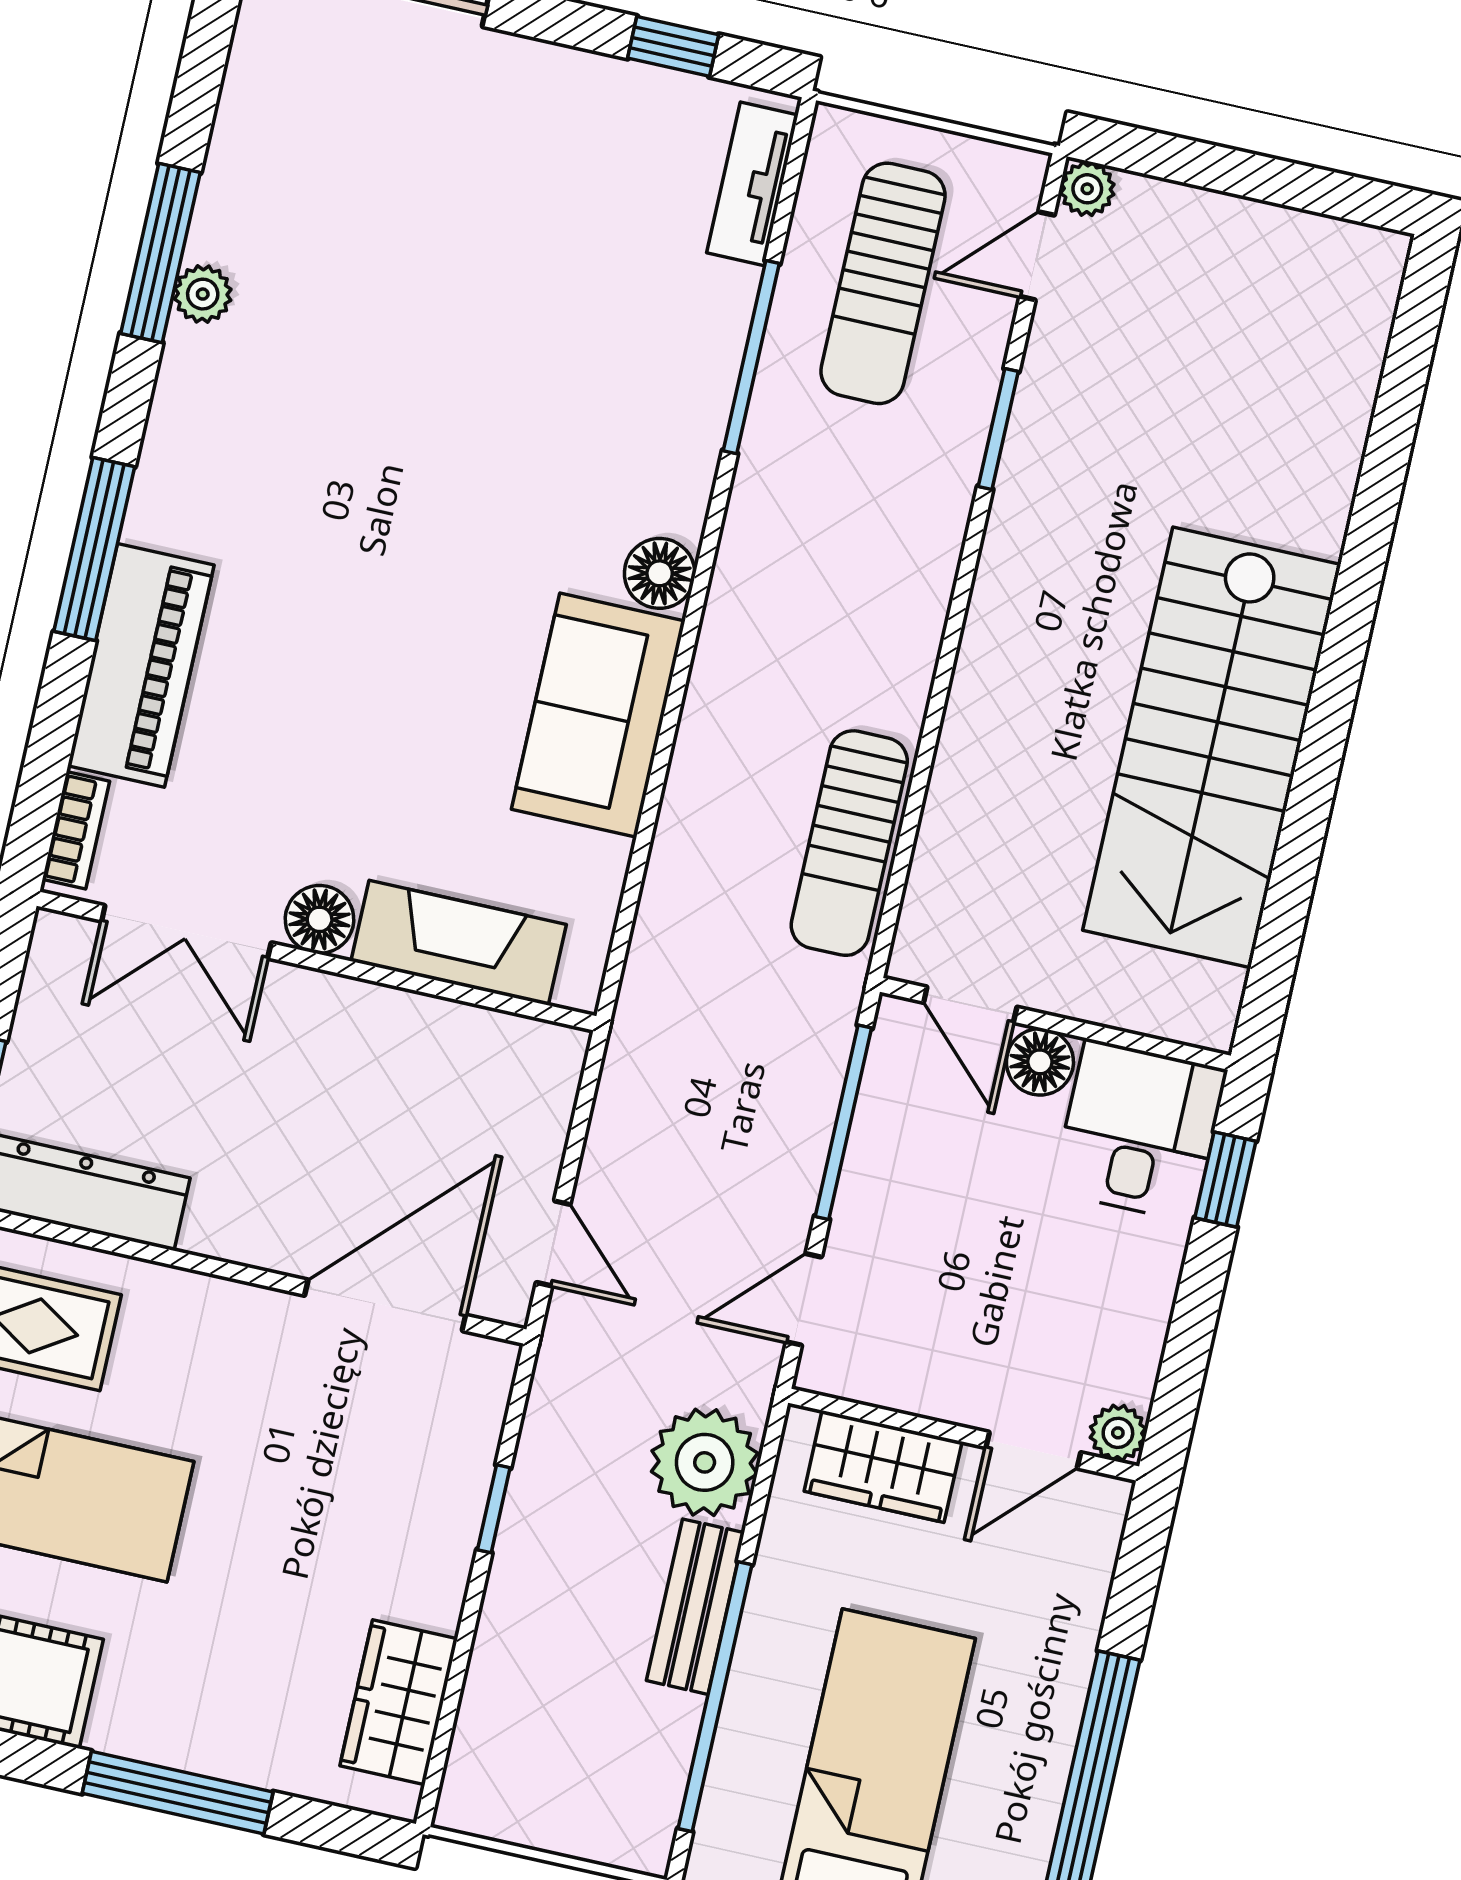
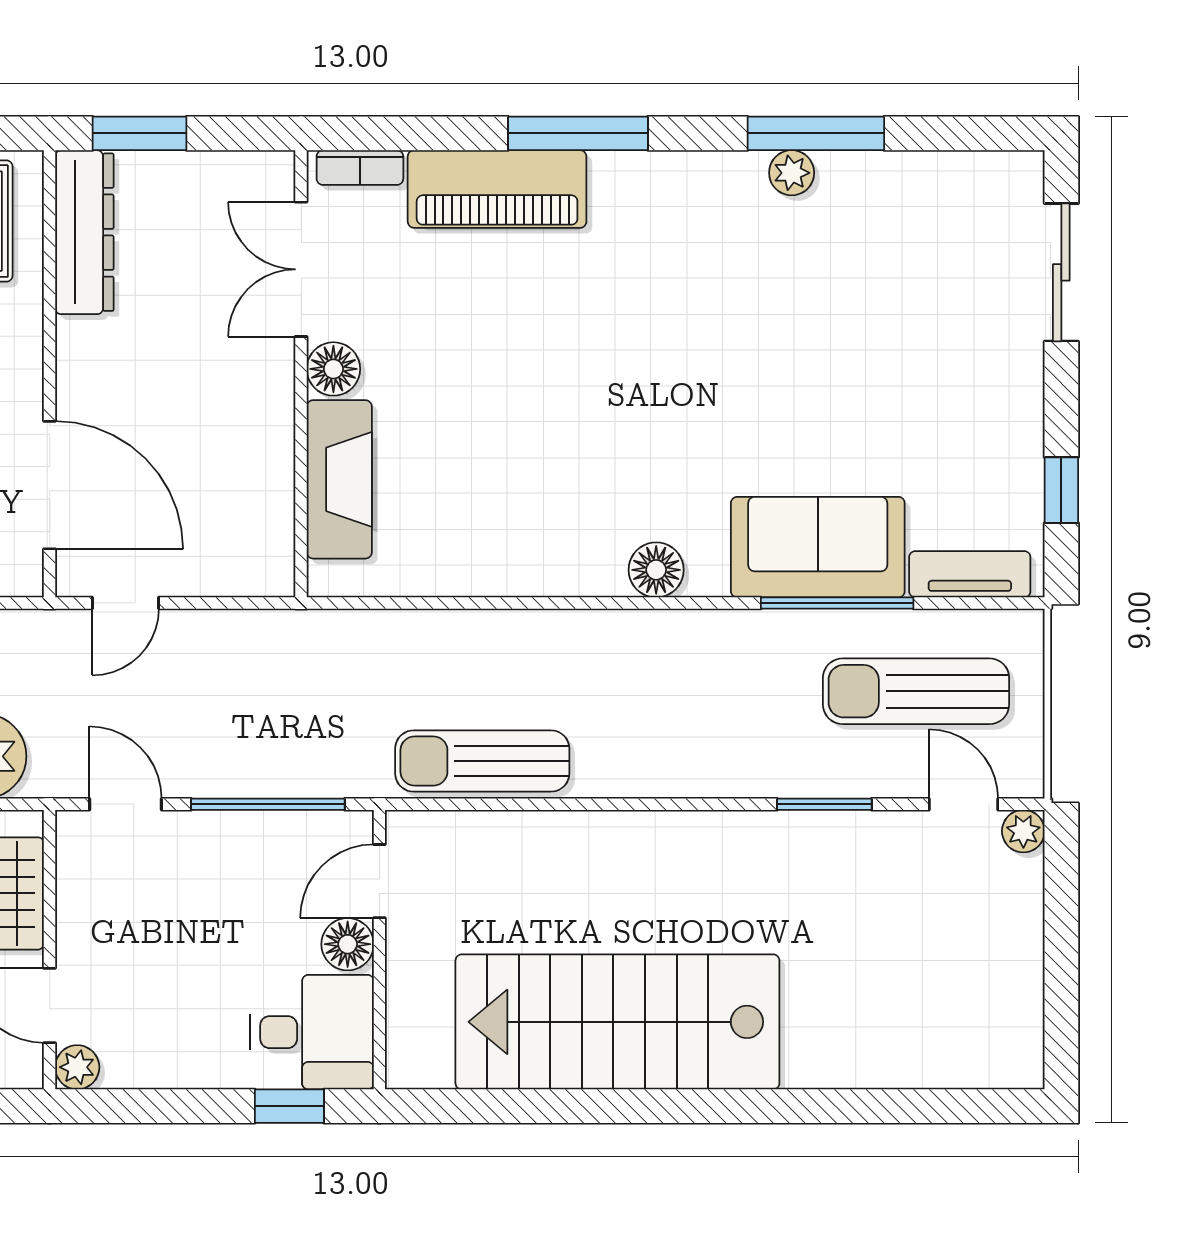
sofa: (598, 715) -> (818, 547), moved

